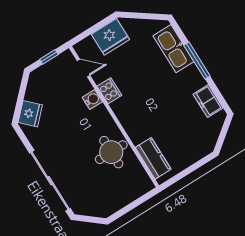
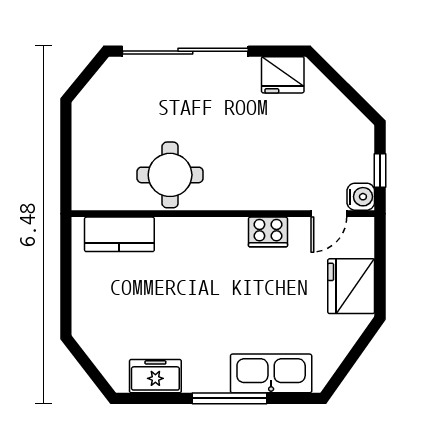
water cooler: (92, 99) -> (361, 197), moved, turned -90
fridge: (30, 114) -> (283, 75), moved, turned -45

